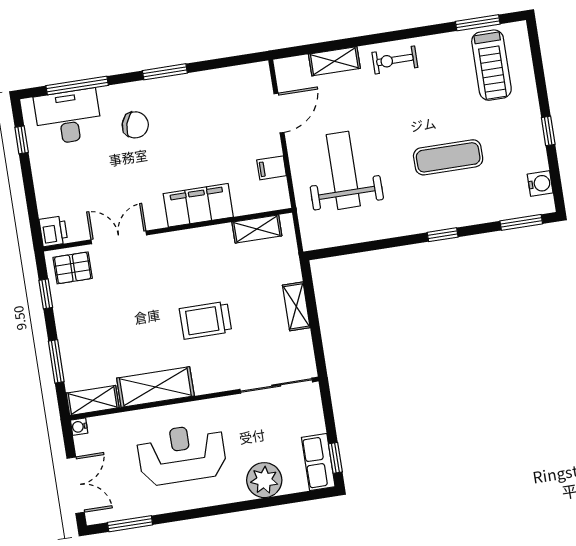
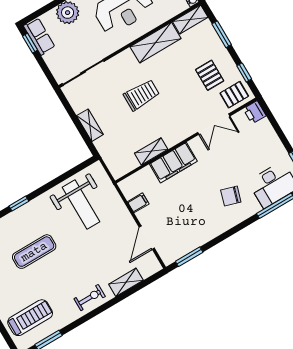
treadmill: (491, 65) -> (30, 318), turned 90
window: (165, 72) -> (189, 257), moved
weight bench: (343, 170) -> (81, 204), moved
shelving: (257, 229) -> (151, 151), moved
pallet: (97, 310) -> (210, 75), added

